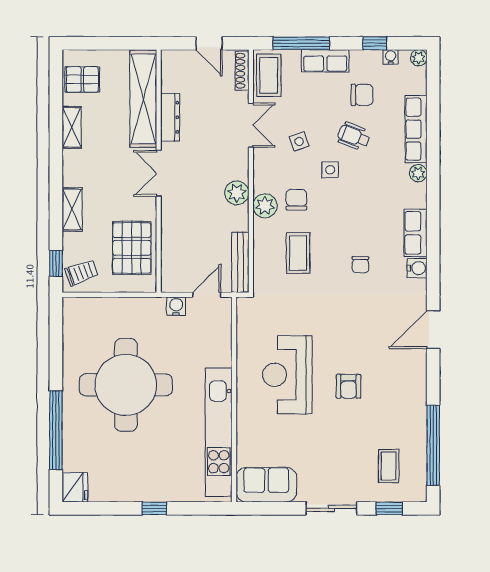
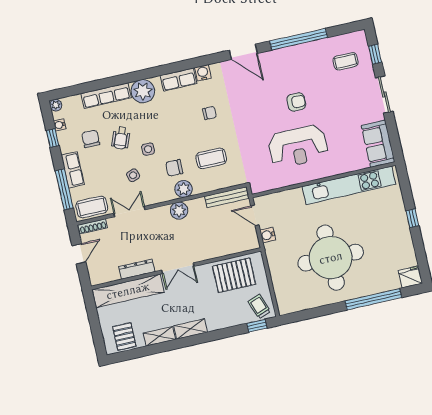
plant: (418, 173) -> (143, 91), width x1.87, depth x1.87
shelving: (72, 209) -> (191, 329), moved
window: (433, 445) -> (299, 39), moved

